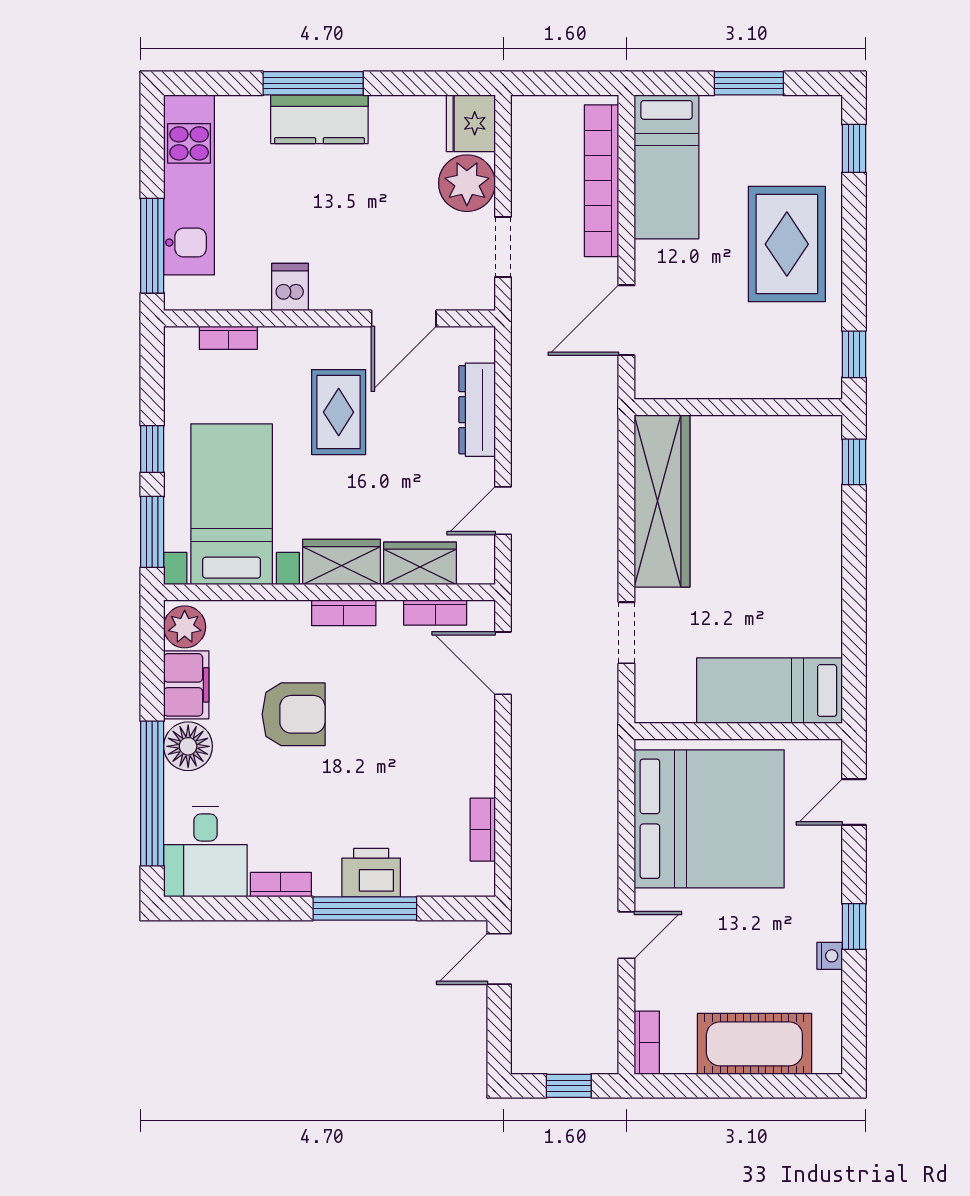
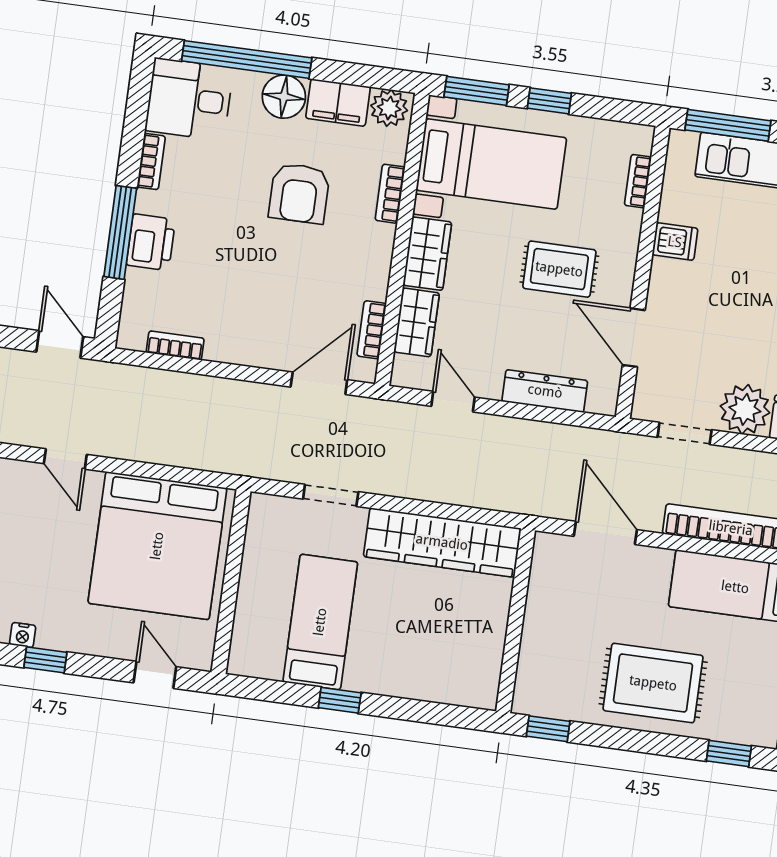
window: (854, 462) -> (340, 700), moved
bookcase: (344, 613) -> (390, 194), moved
bed: (770, 691) -> (320, 622), moved

